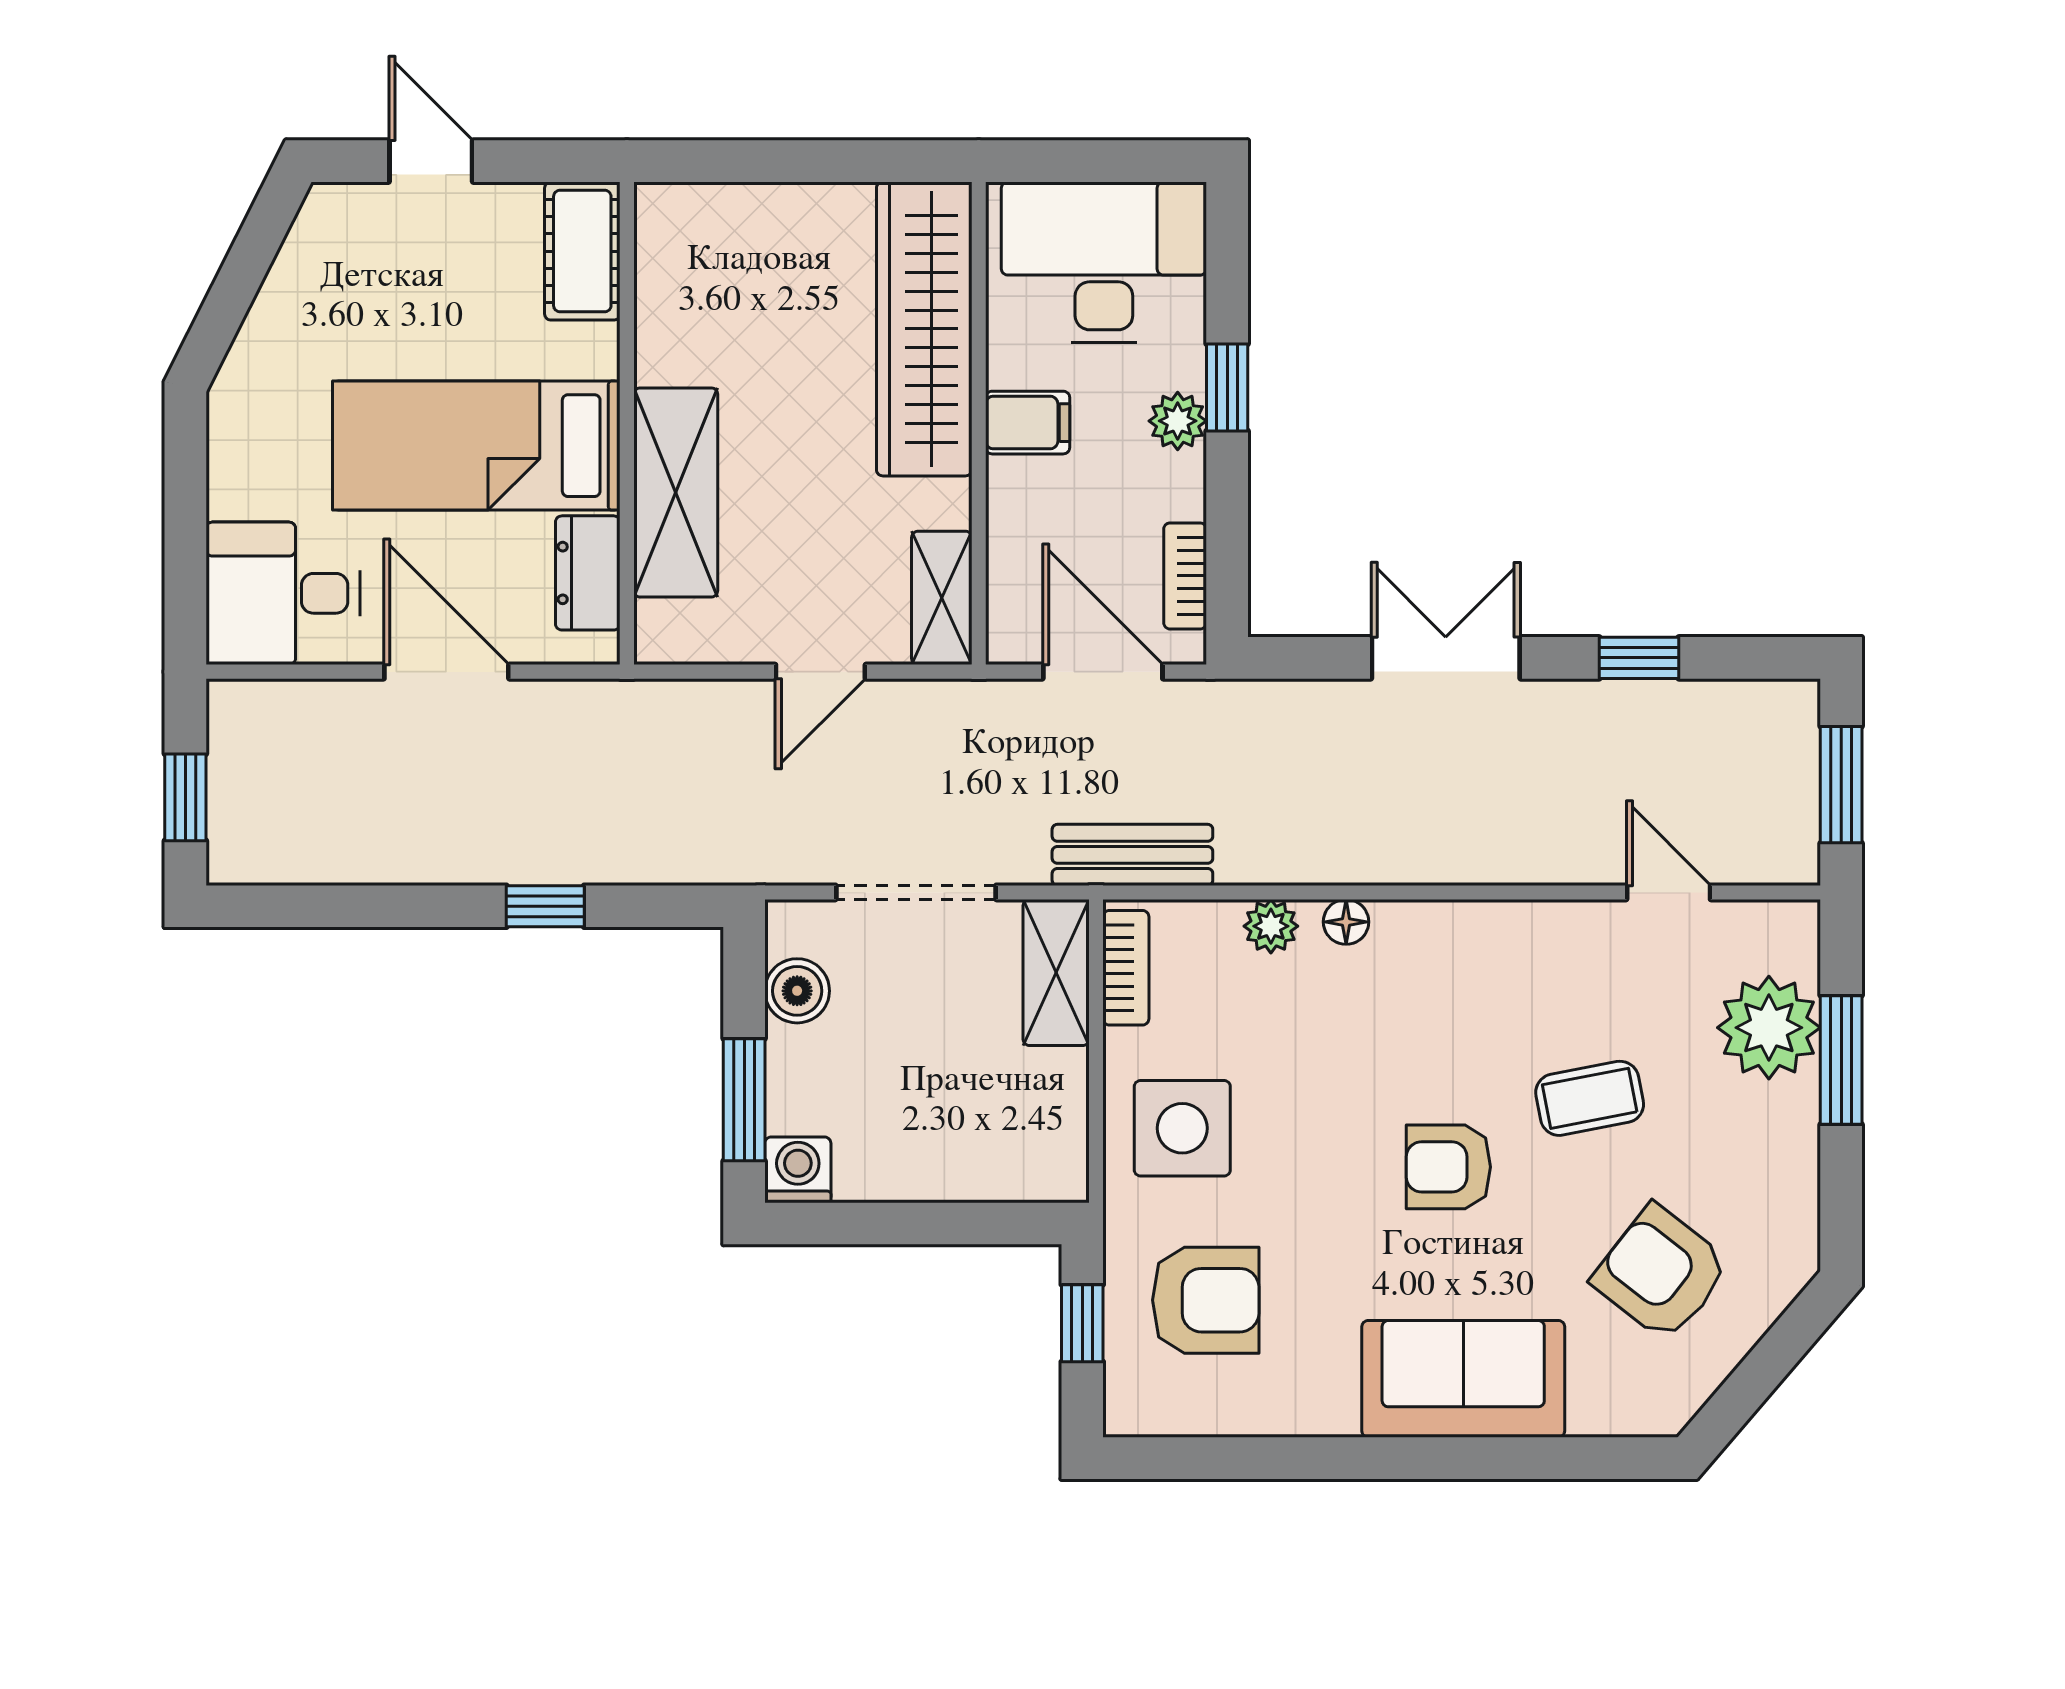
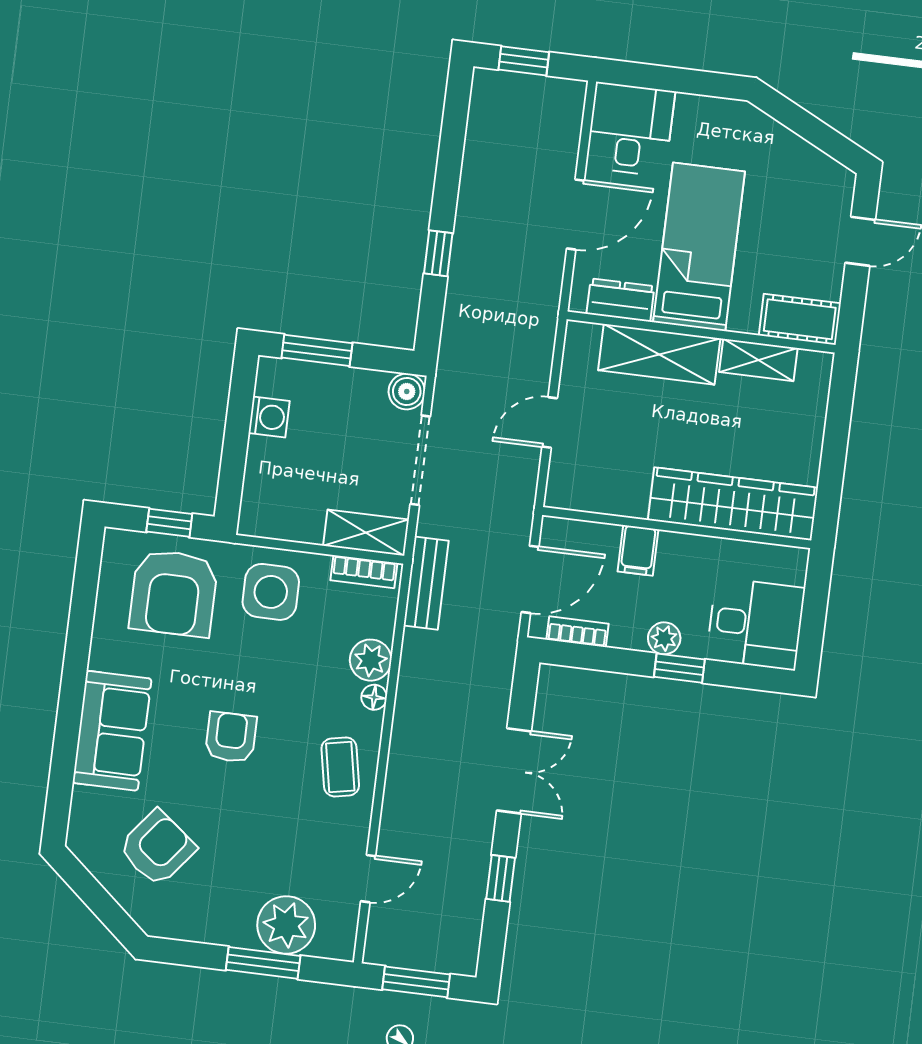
desk: (1104, 262) -> (756, 624), width x0.73
filing cabinet: (1028, 423) -> (638, 550), moved
shelving: (942, 598) -> (758, 360), moved
door: (820, 672) -> (550, 422), hinge flipped
plant: (1271, 926) -> (371, 660), width x1.38, depth x1.38
boiler: (797, 991) -> (407, 391), moved
coffee table: (1590, 1098) -> (340, 767), moved
washing machine: (798, 1170) -> (269, 417), moved
armchair: (1206, 1300) -> (174, 593), width x1.36, depth x1.36

